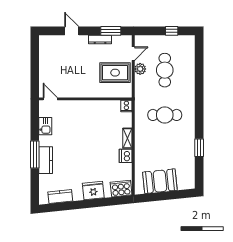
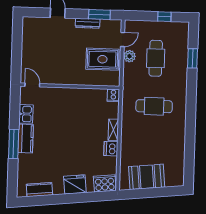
window: (199, 148) -> (193, 58), moved
kitchen counter: (46, 160) -> (26, 139), moved

